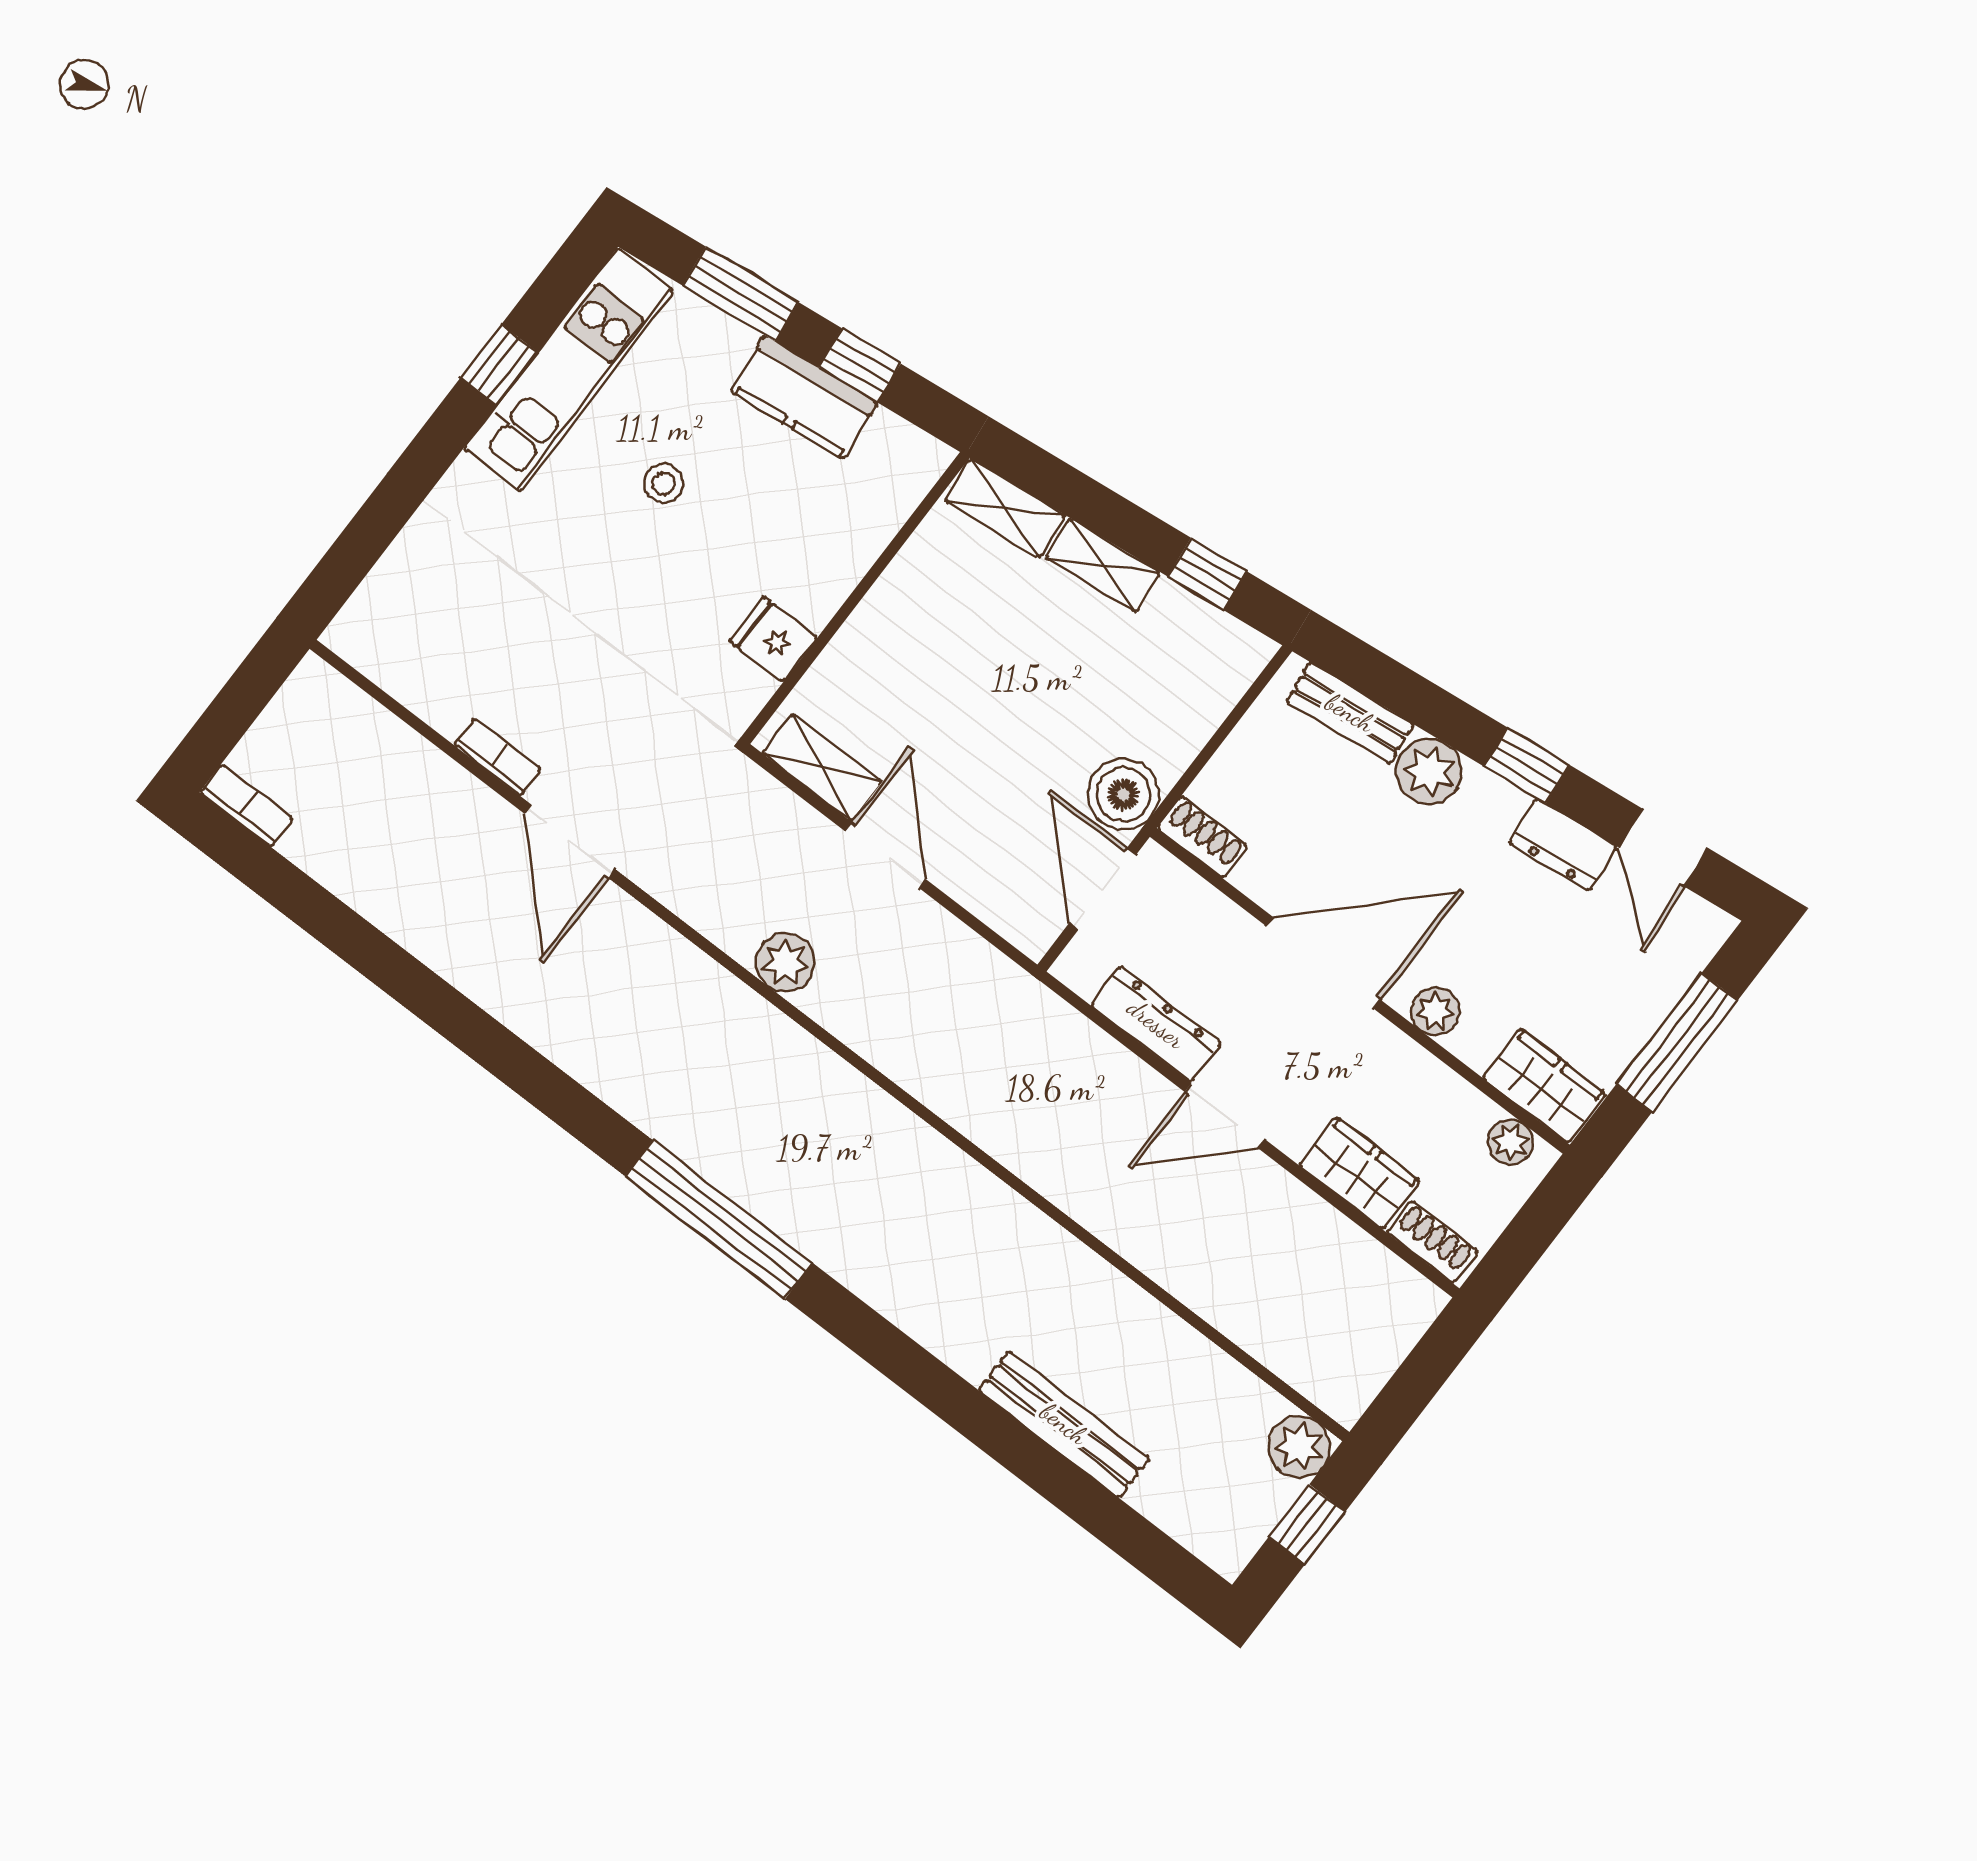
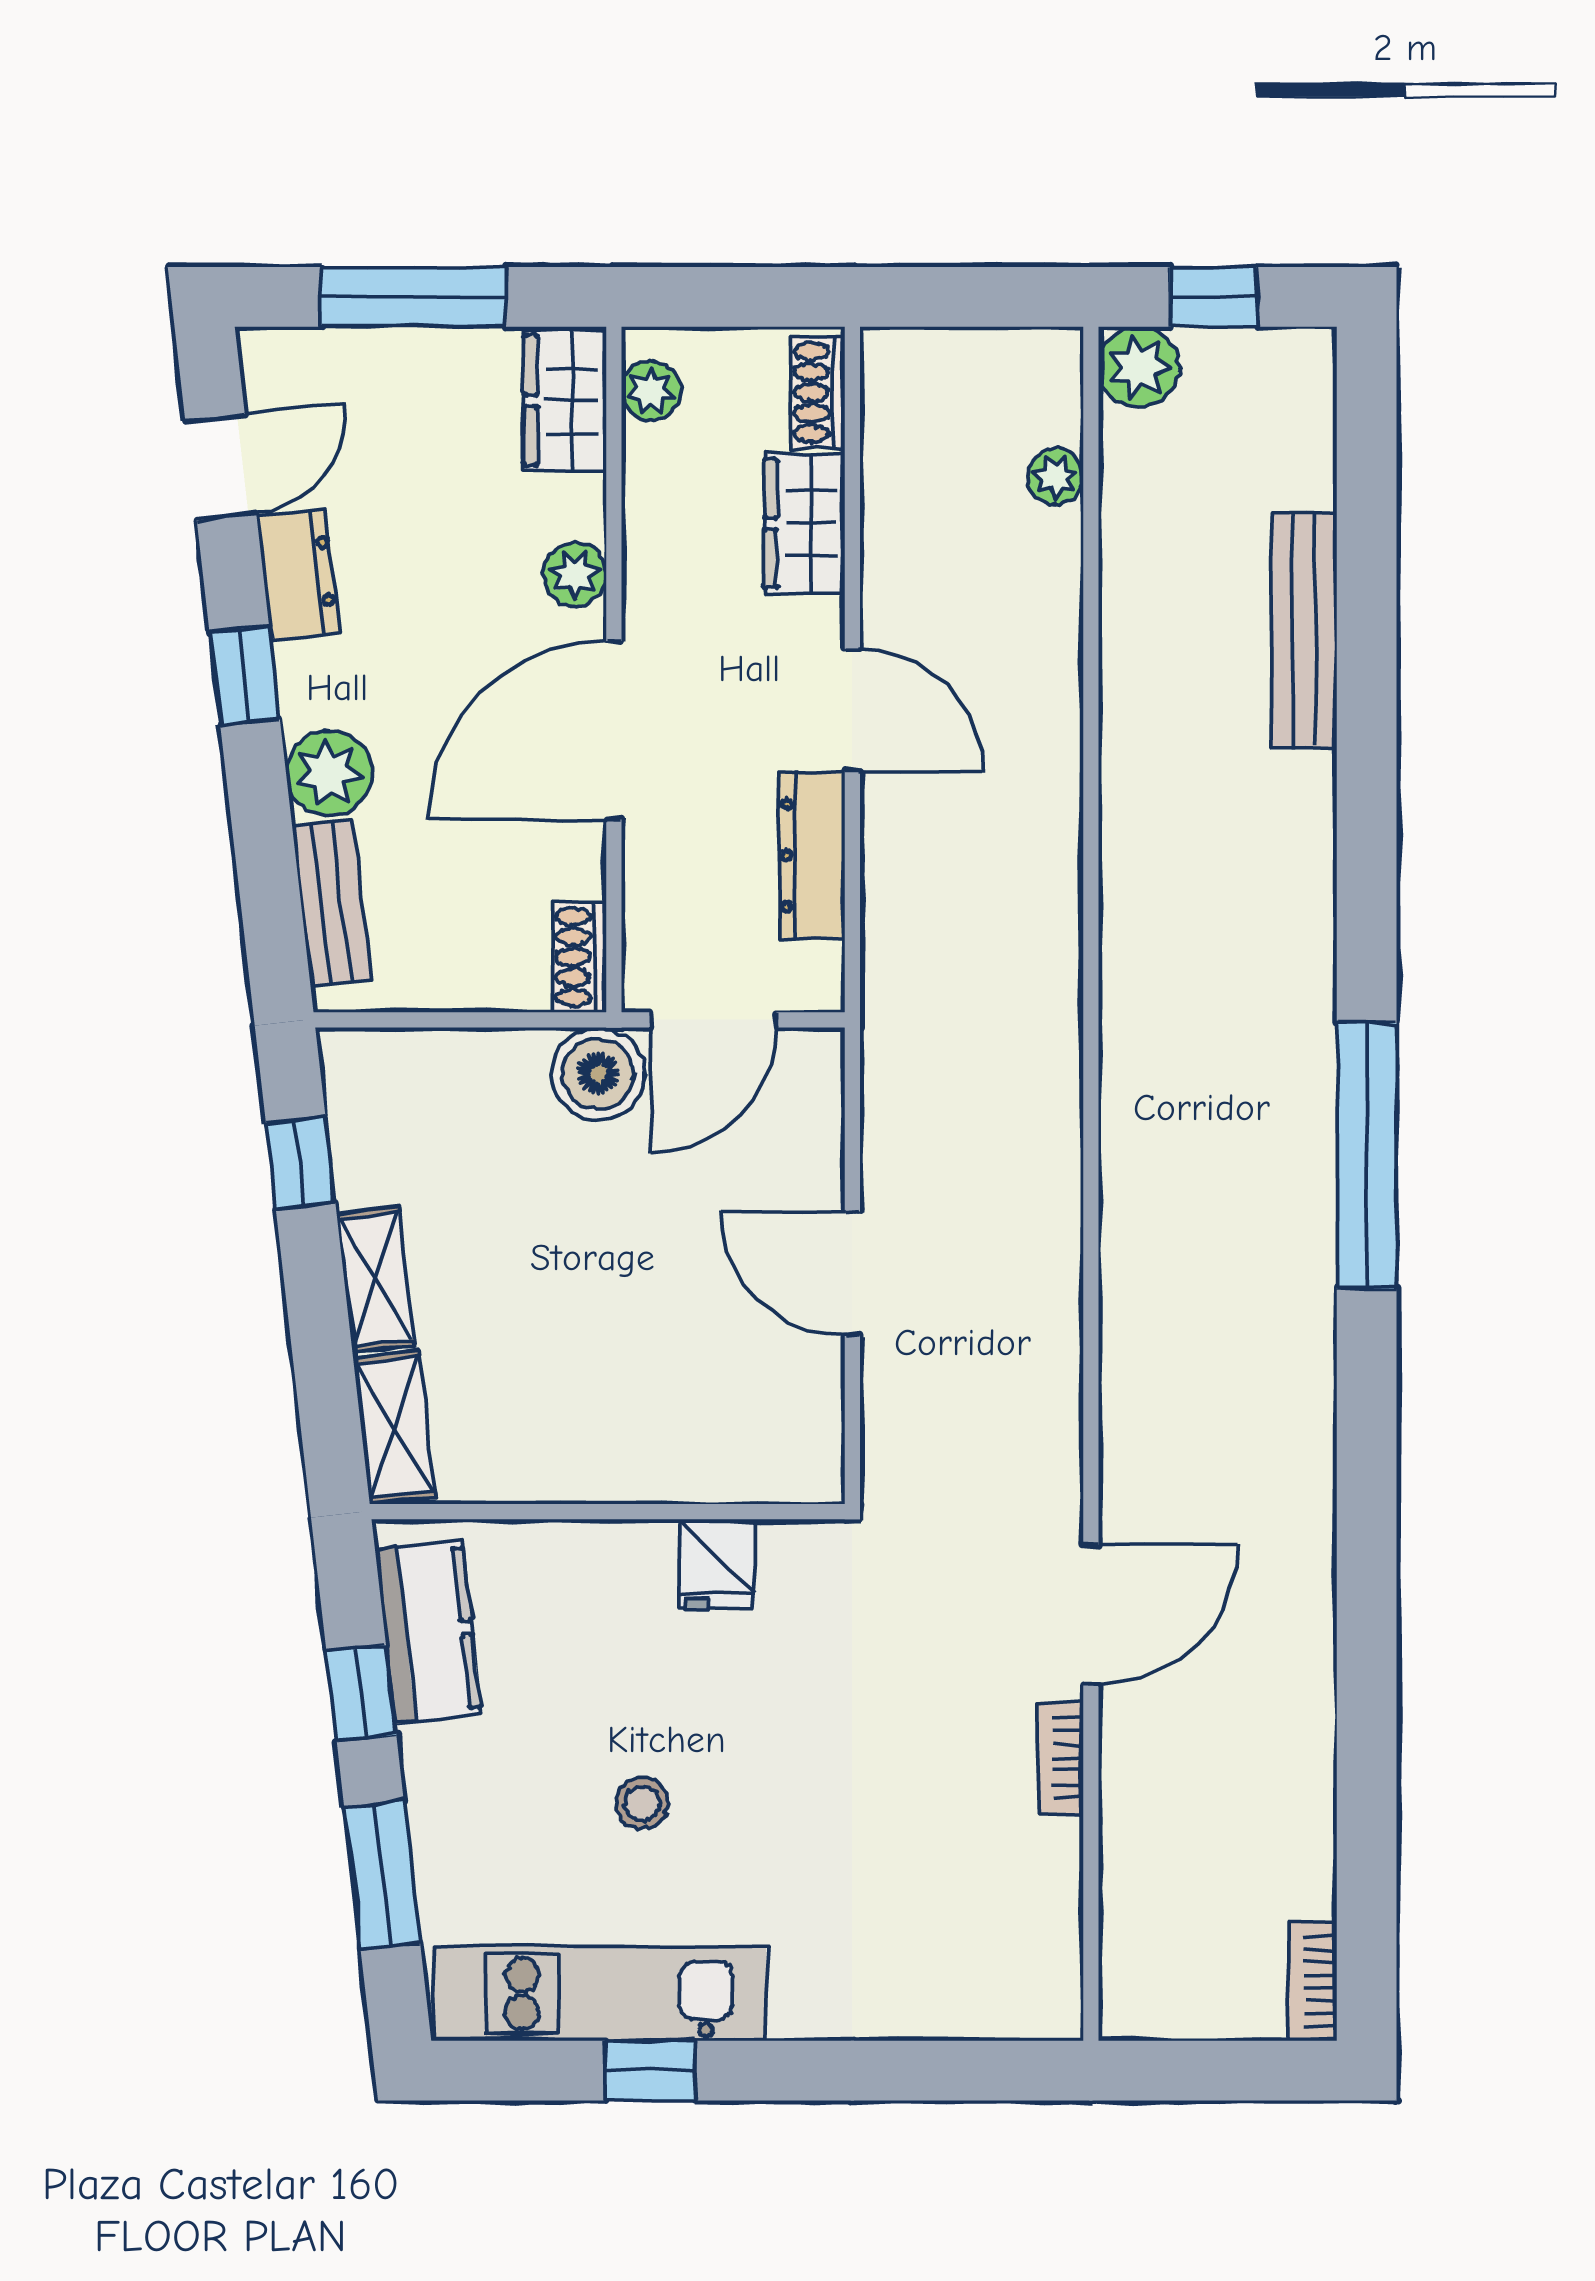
kitchen counter: (804, 397) -> (428, 1632), moved
shelving: (822, 767) -> (811, 1410), removed
door: (886, 855) -> (852, 1274), hinge flipped
plant: (785, 963) -> (1055, 477), moved, width x0.73, depth x0.73
door: (1323, 963) -> (614, 730), hinge flipped

